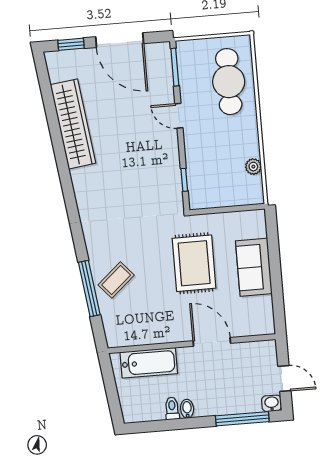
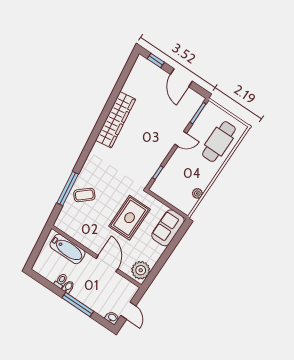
door: (120, 40) -> (181, 78), width x0.73
door: (179, 116) -> (181, 139), swing flipped
wardrobe: (73, 124) -> (116, 120), moved
sofa: (254, 267) -> (168, 228), moved
plant: (260, 317) -> (141, 270), added
window: (242, 419) -> (78, 304), moved

